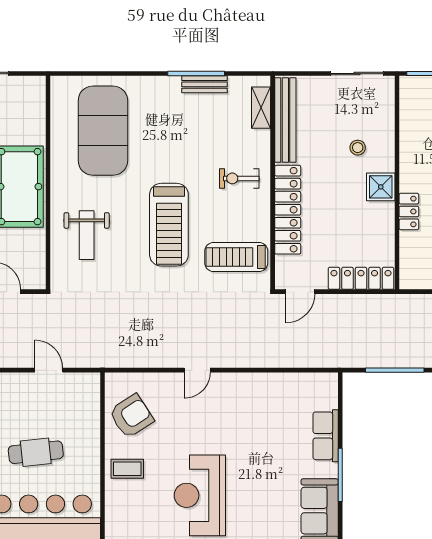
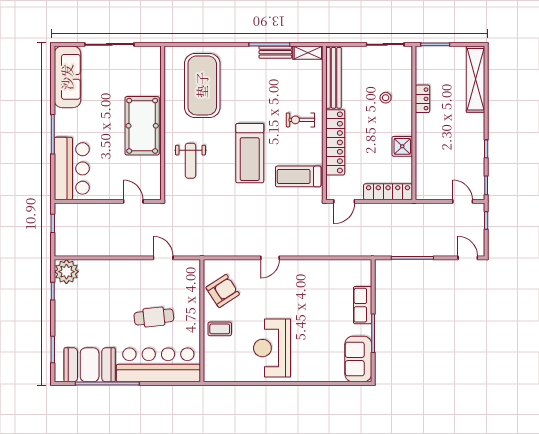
shelving: (261, 108) -> (308, 53), moved, turned 90
shower: (381, 187) -> (402, 146), moved
locker: (409, 211) -> (423, 99), moved

